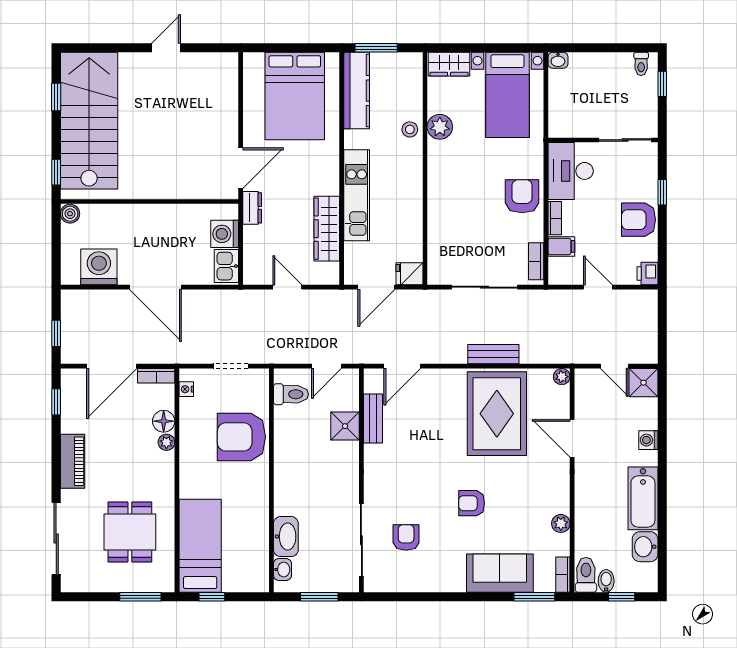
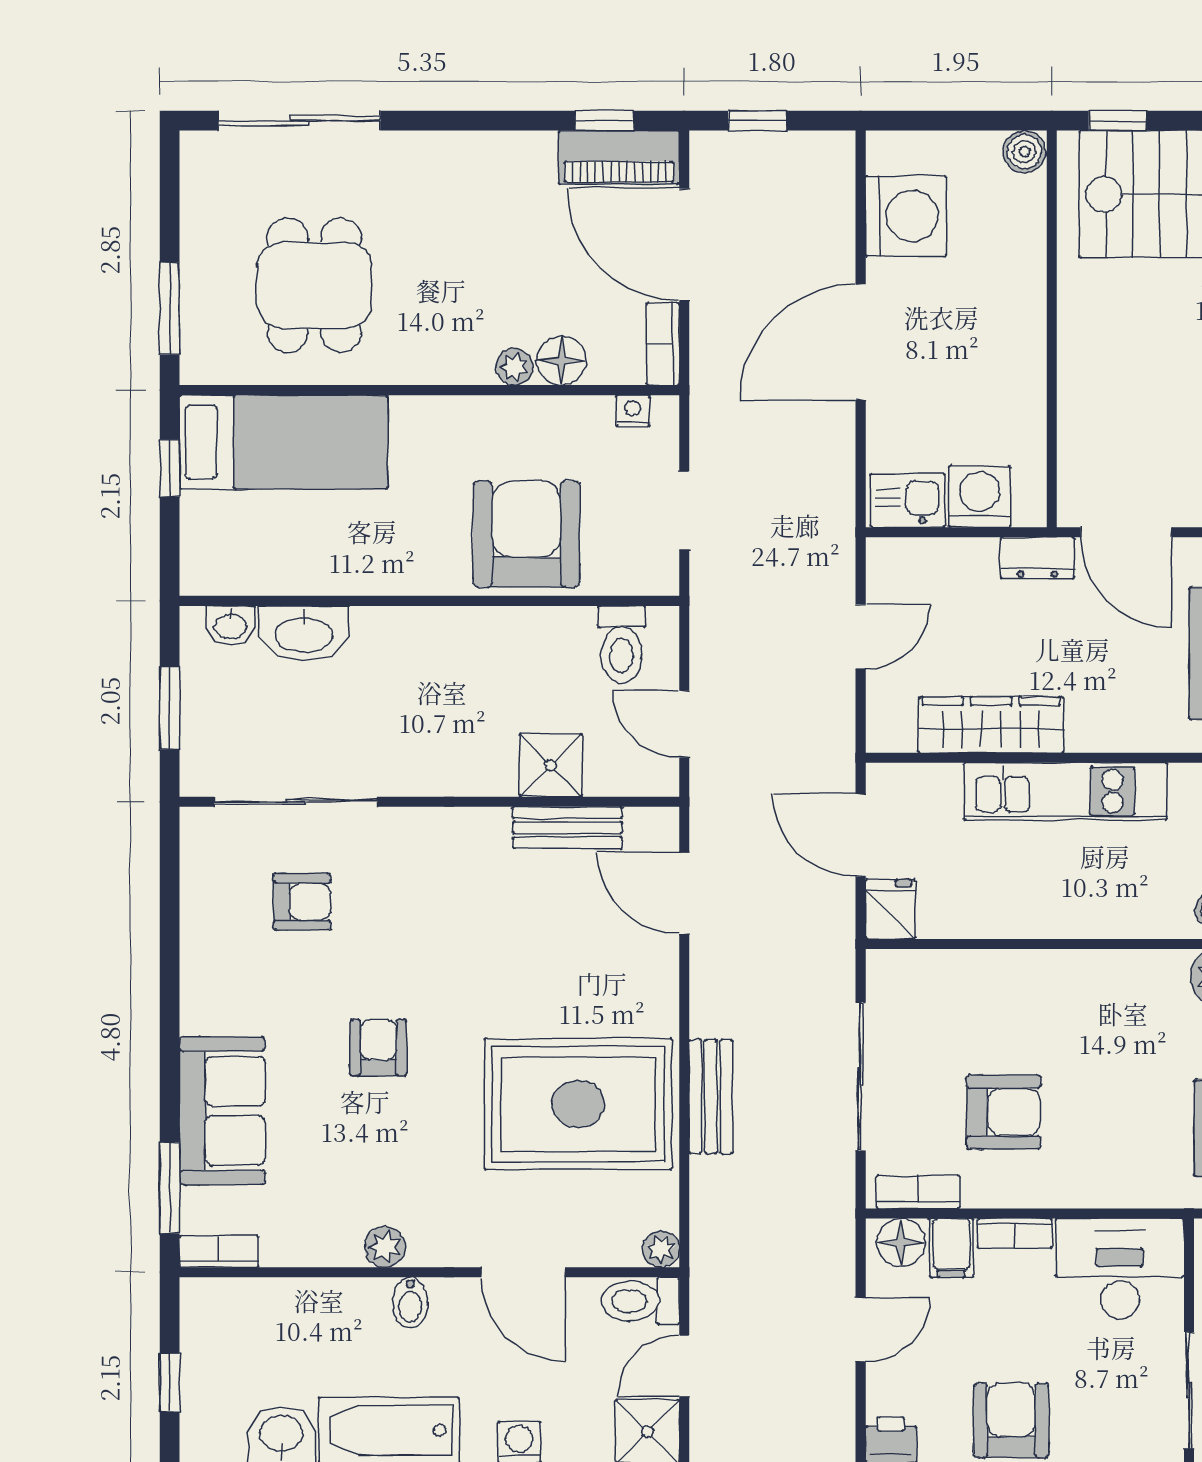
armchair: (522, 196) -> (1004, 1112), moved
floor lamp: (559, 269) -> (901, 1242), added
door: (572, 438) -> (523, 1272), swing flipped
piano: (73, 461) -> (619, 157), moved
plant: (561, 523) -> (385, 1247), moved
dining table: (130, 532) -> (314, 285), turned 90
toilet: (586, 575) -> (640, 1301), moved, turned 180
bidet: (606, 581) -> (410, 1303), moved, turned 90

